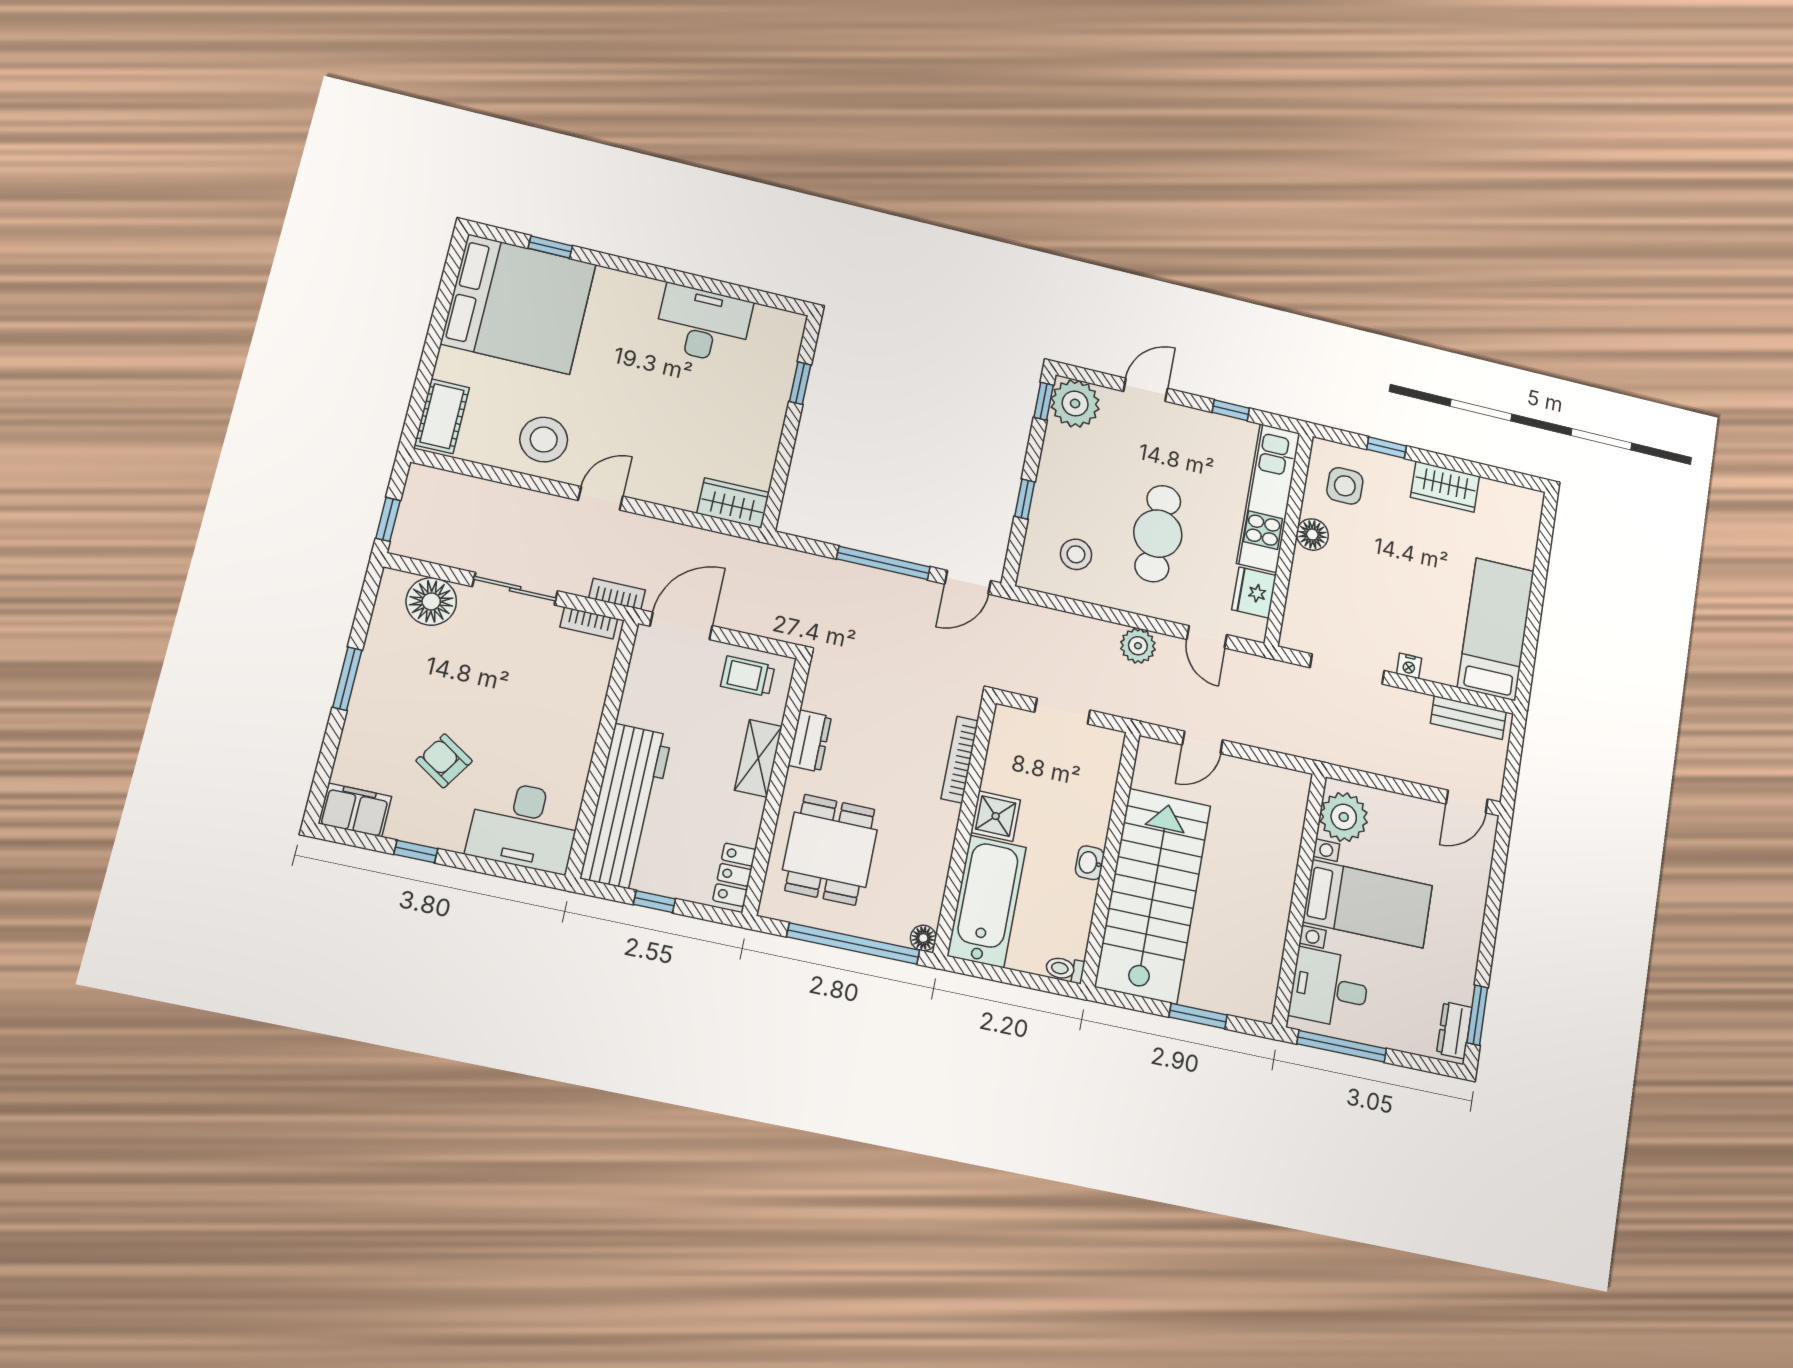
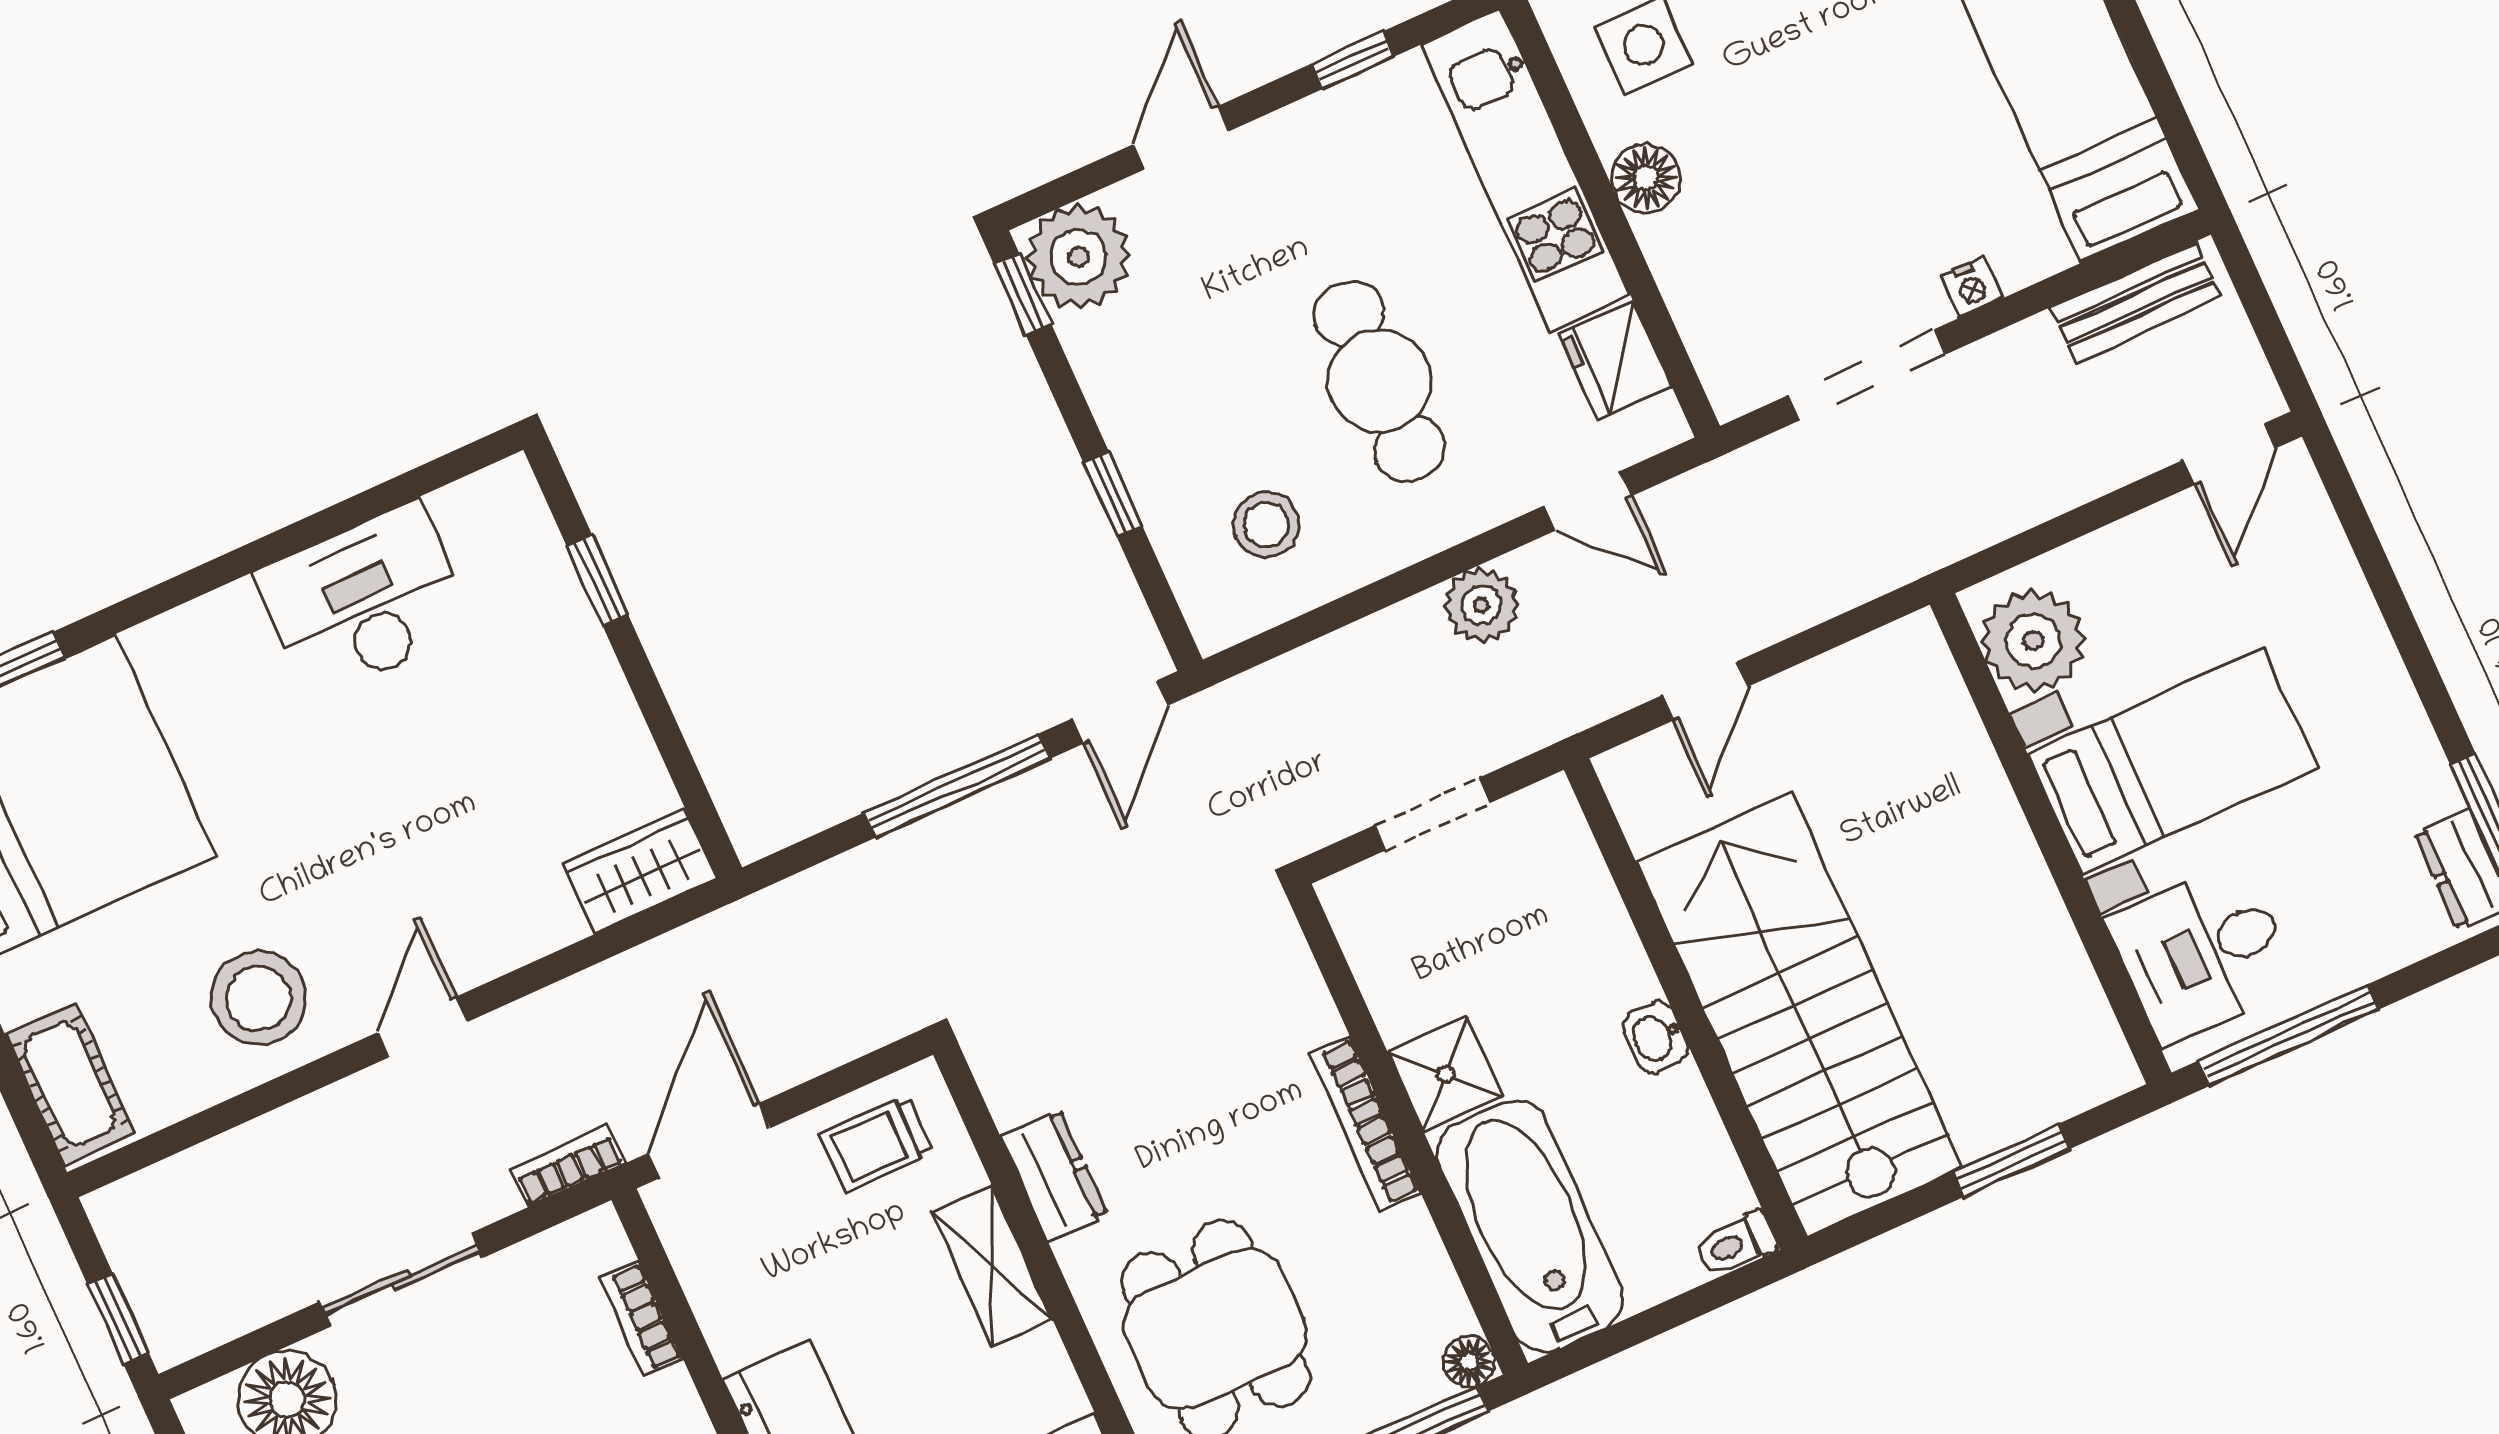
bookcase: (589, 623) -> (641, 1319), moved, turned 90
bookcase: (960, 760) -> (1365, 1123), moved

